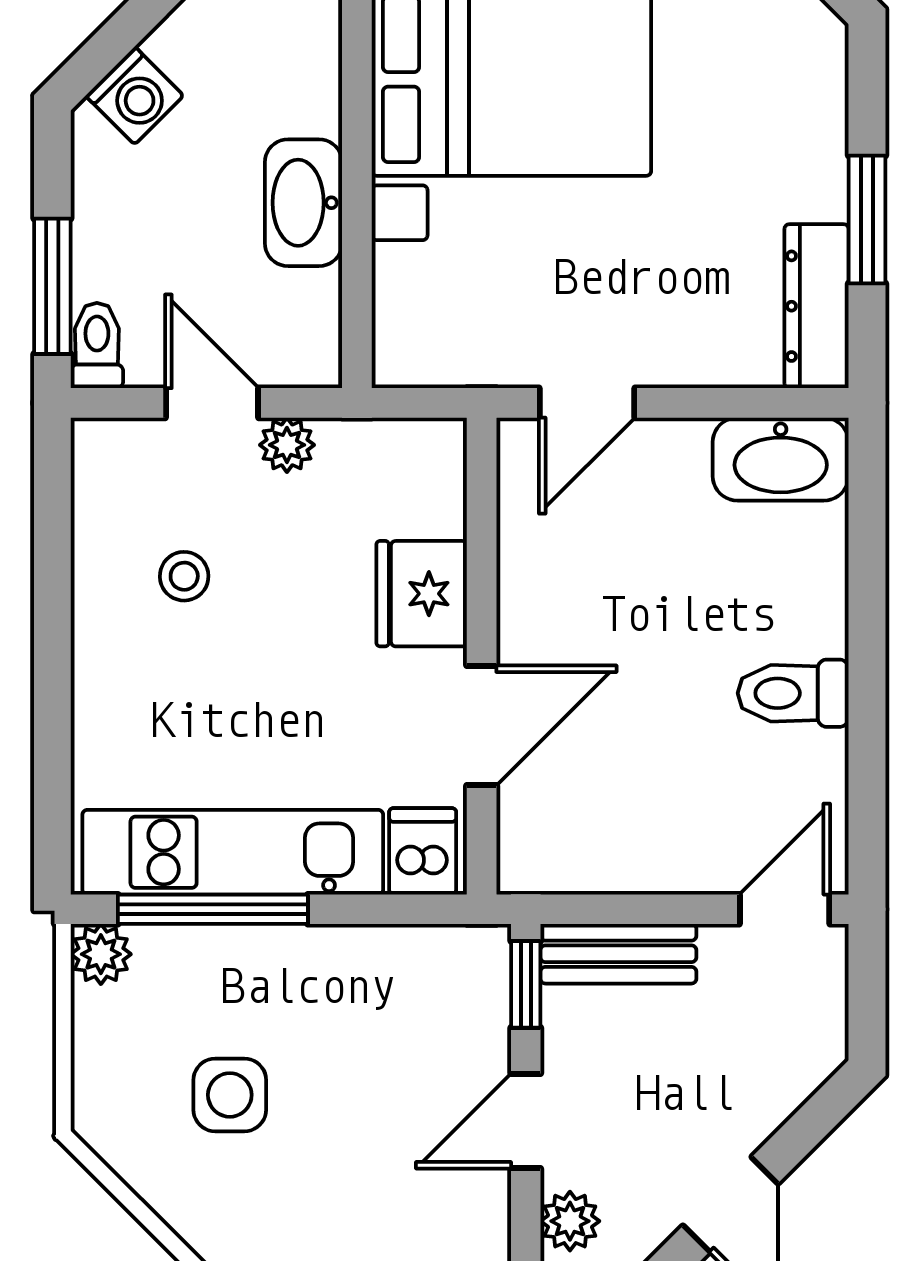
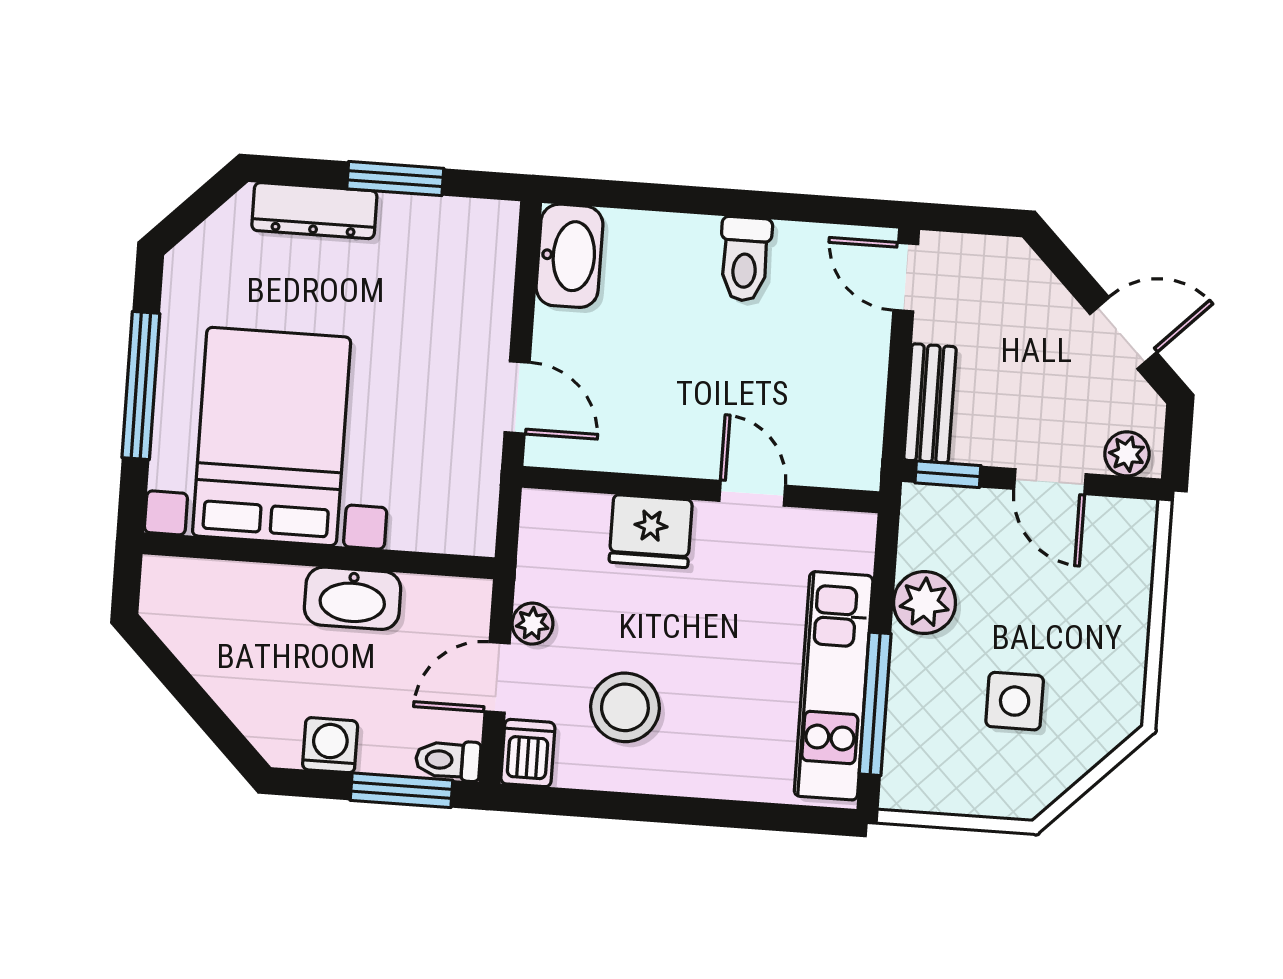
washing machine: (135, 96) -> (330, 745), moved, turned -45
dresser: (817, 306) -> (314, 211), moved
stool: (184, 576) -> (625, 707), width x1.89, depth x1.89
door: (482, 726) -> (752, 493), width x0.73
dishwasher: (423, 851) -> (528, 753), moved, turned 90
plant: (101, 954) -> (925, 603), moved, width x1.38, depth x1.38

